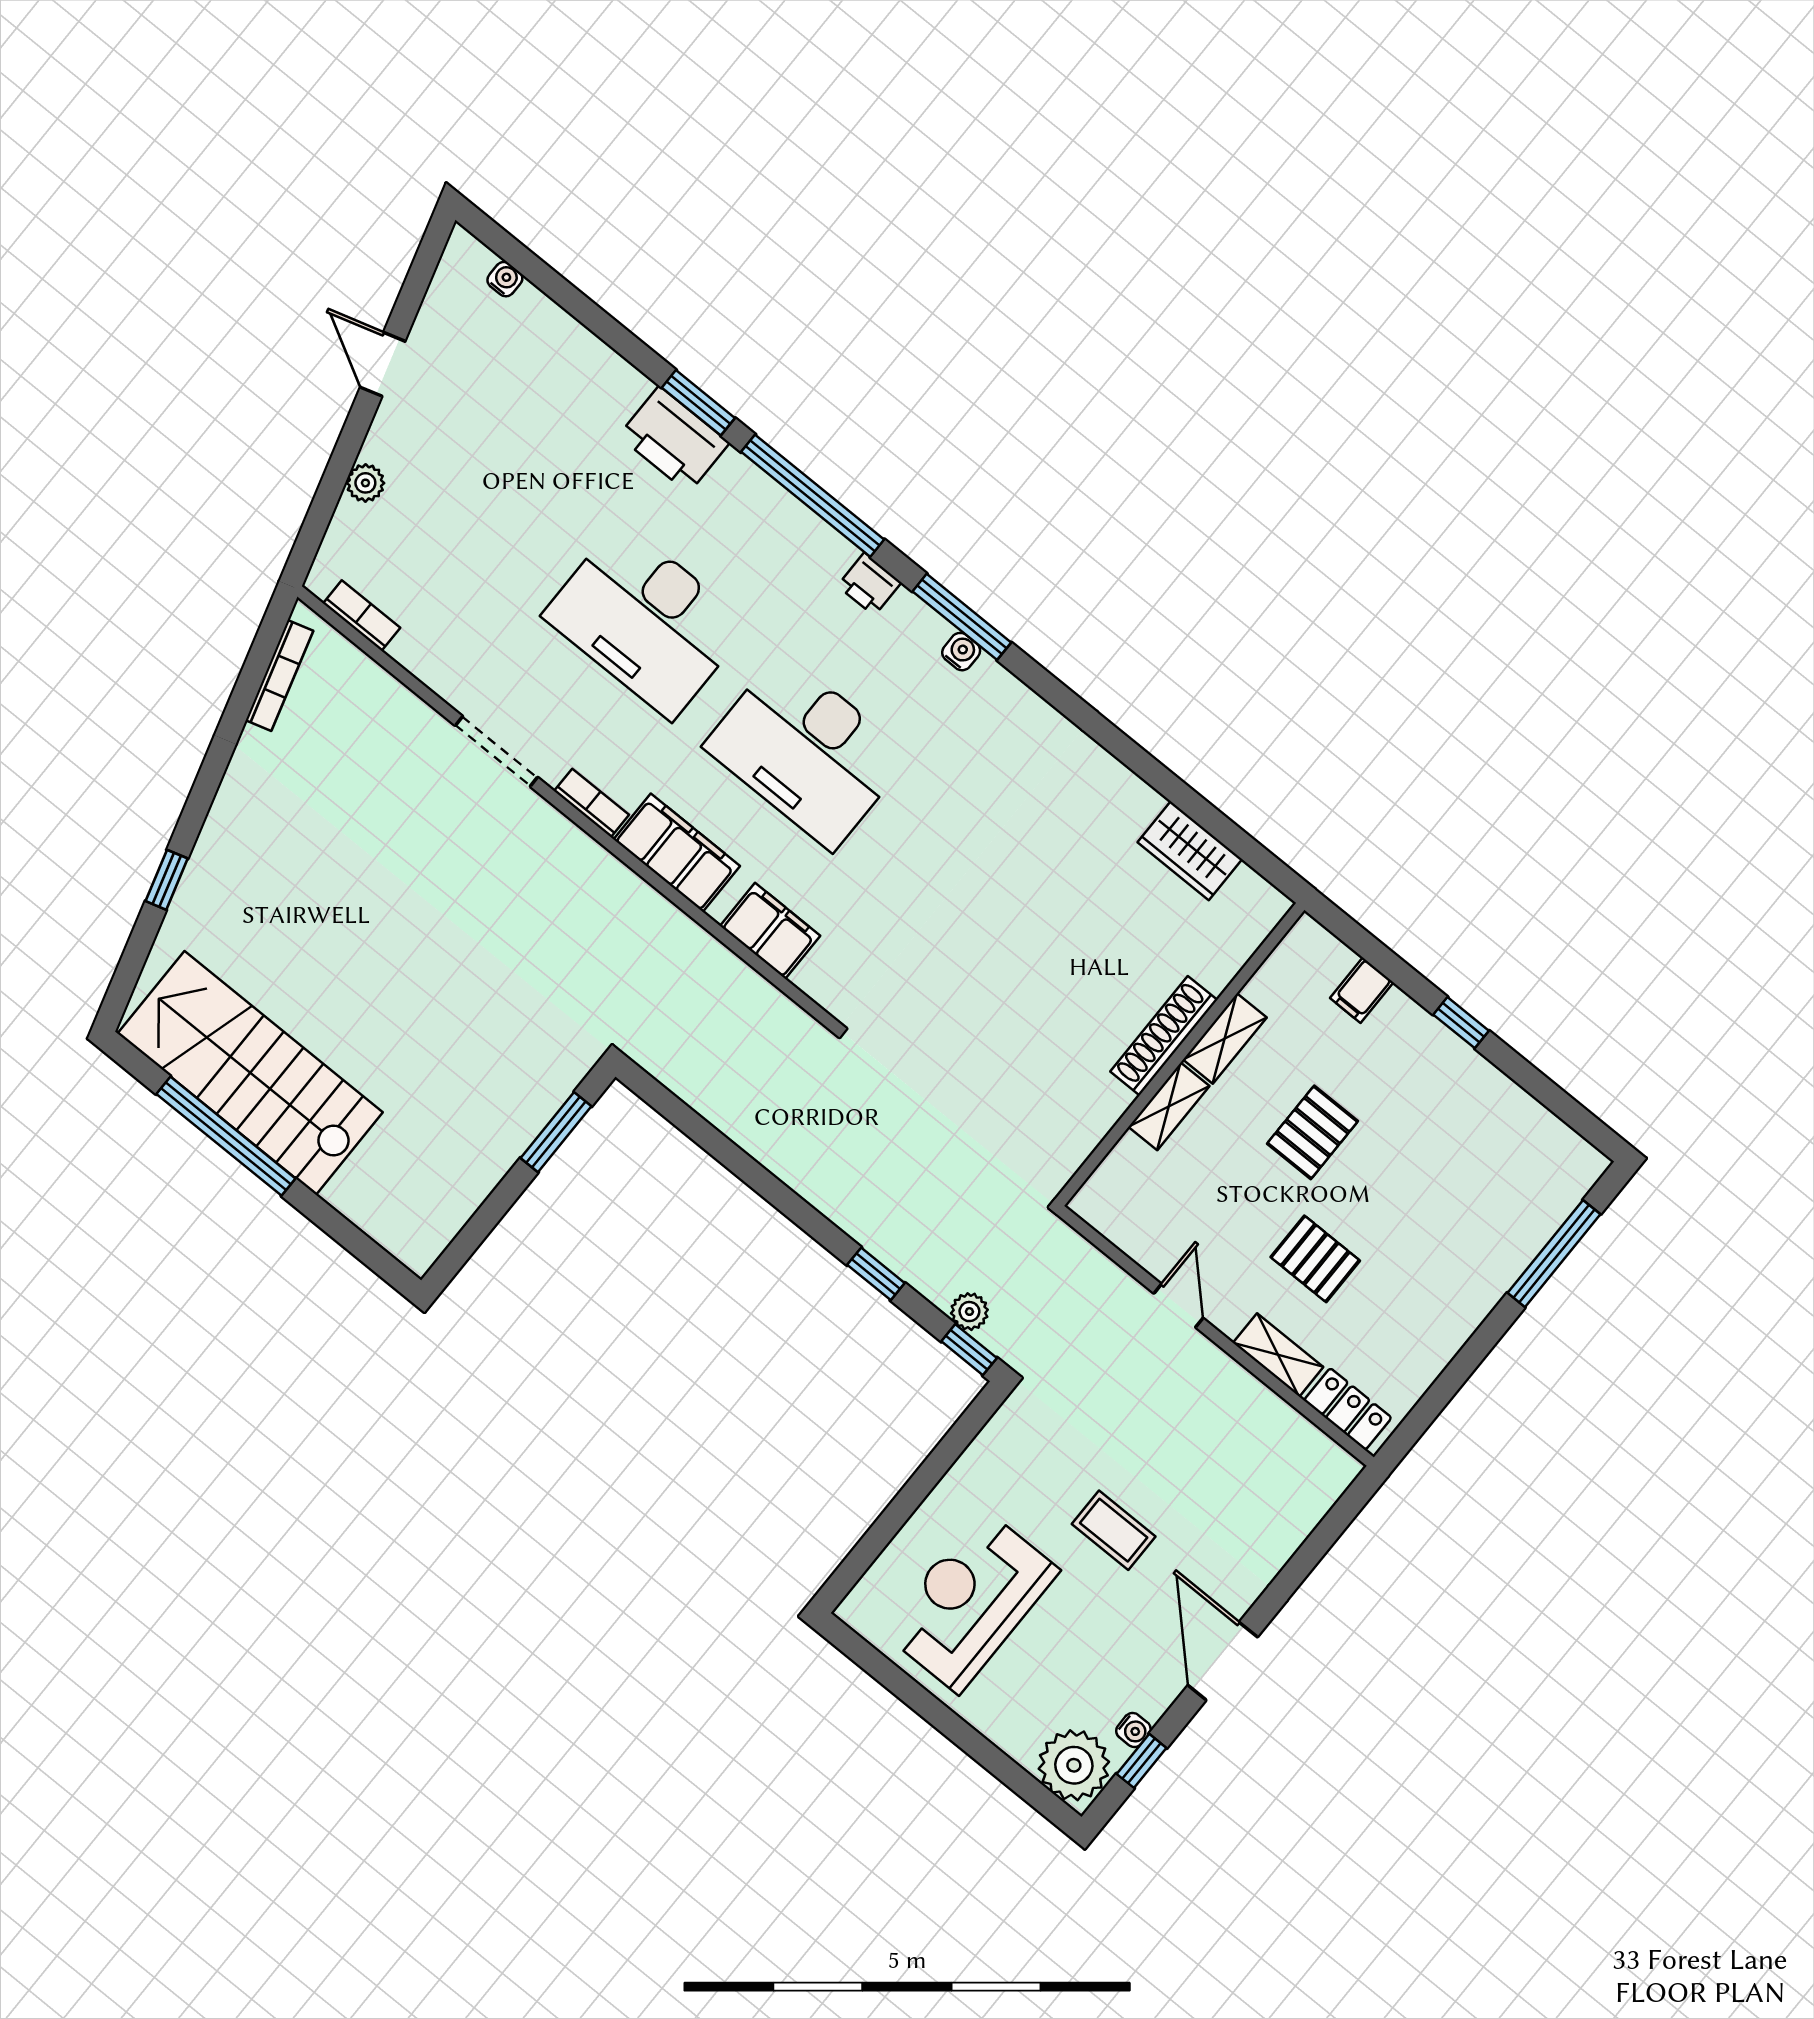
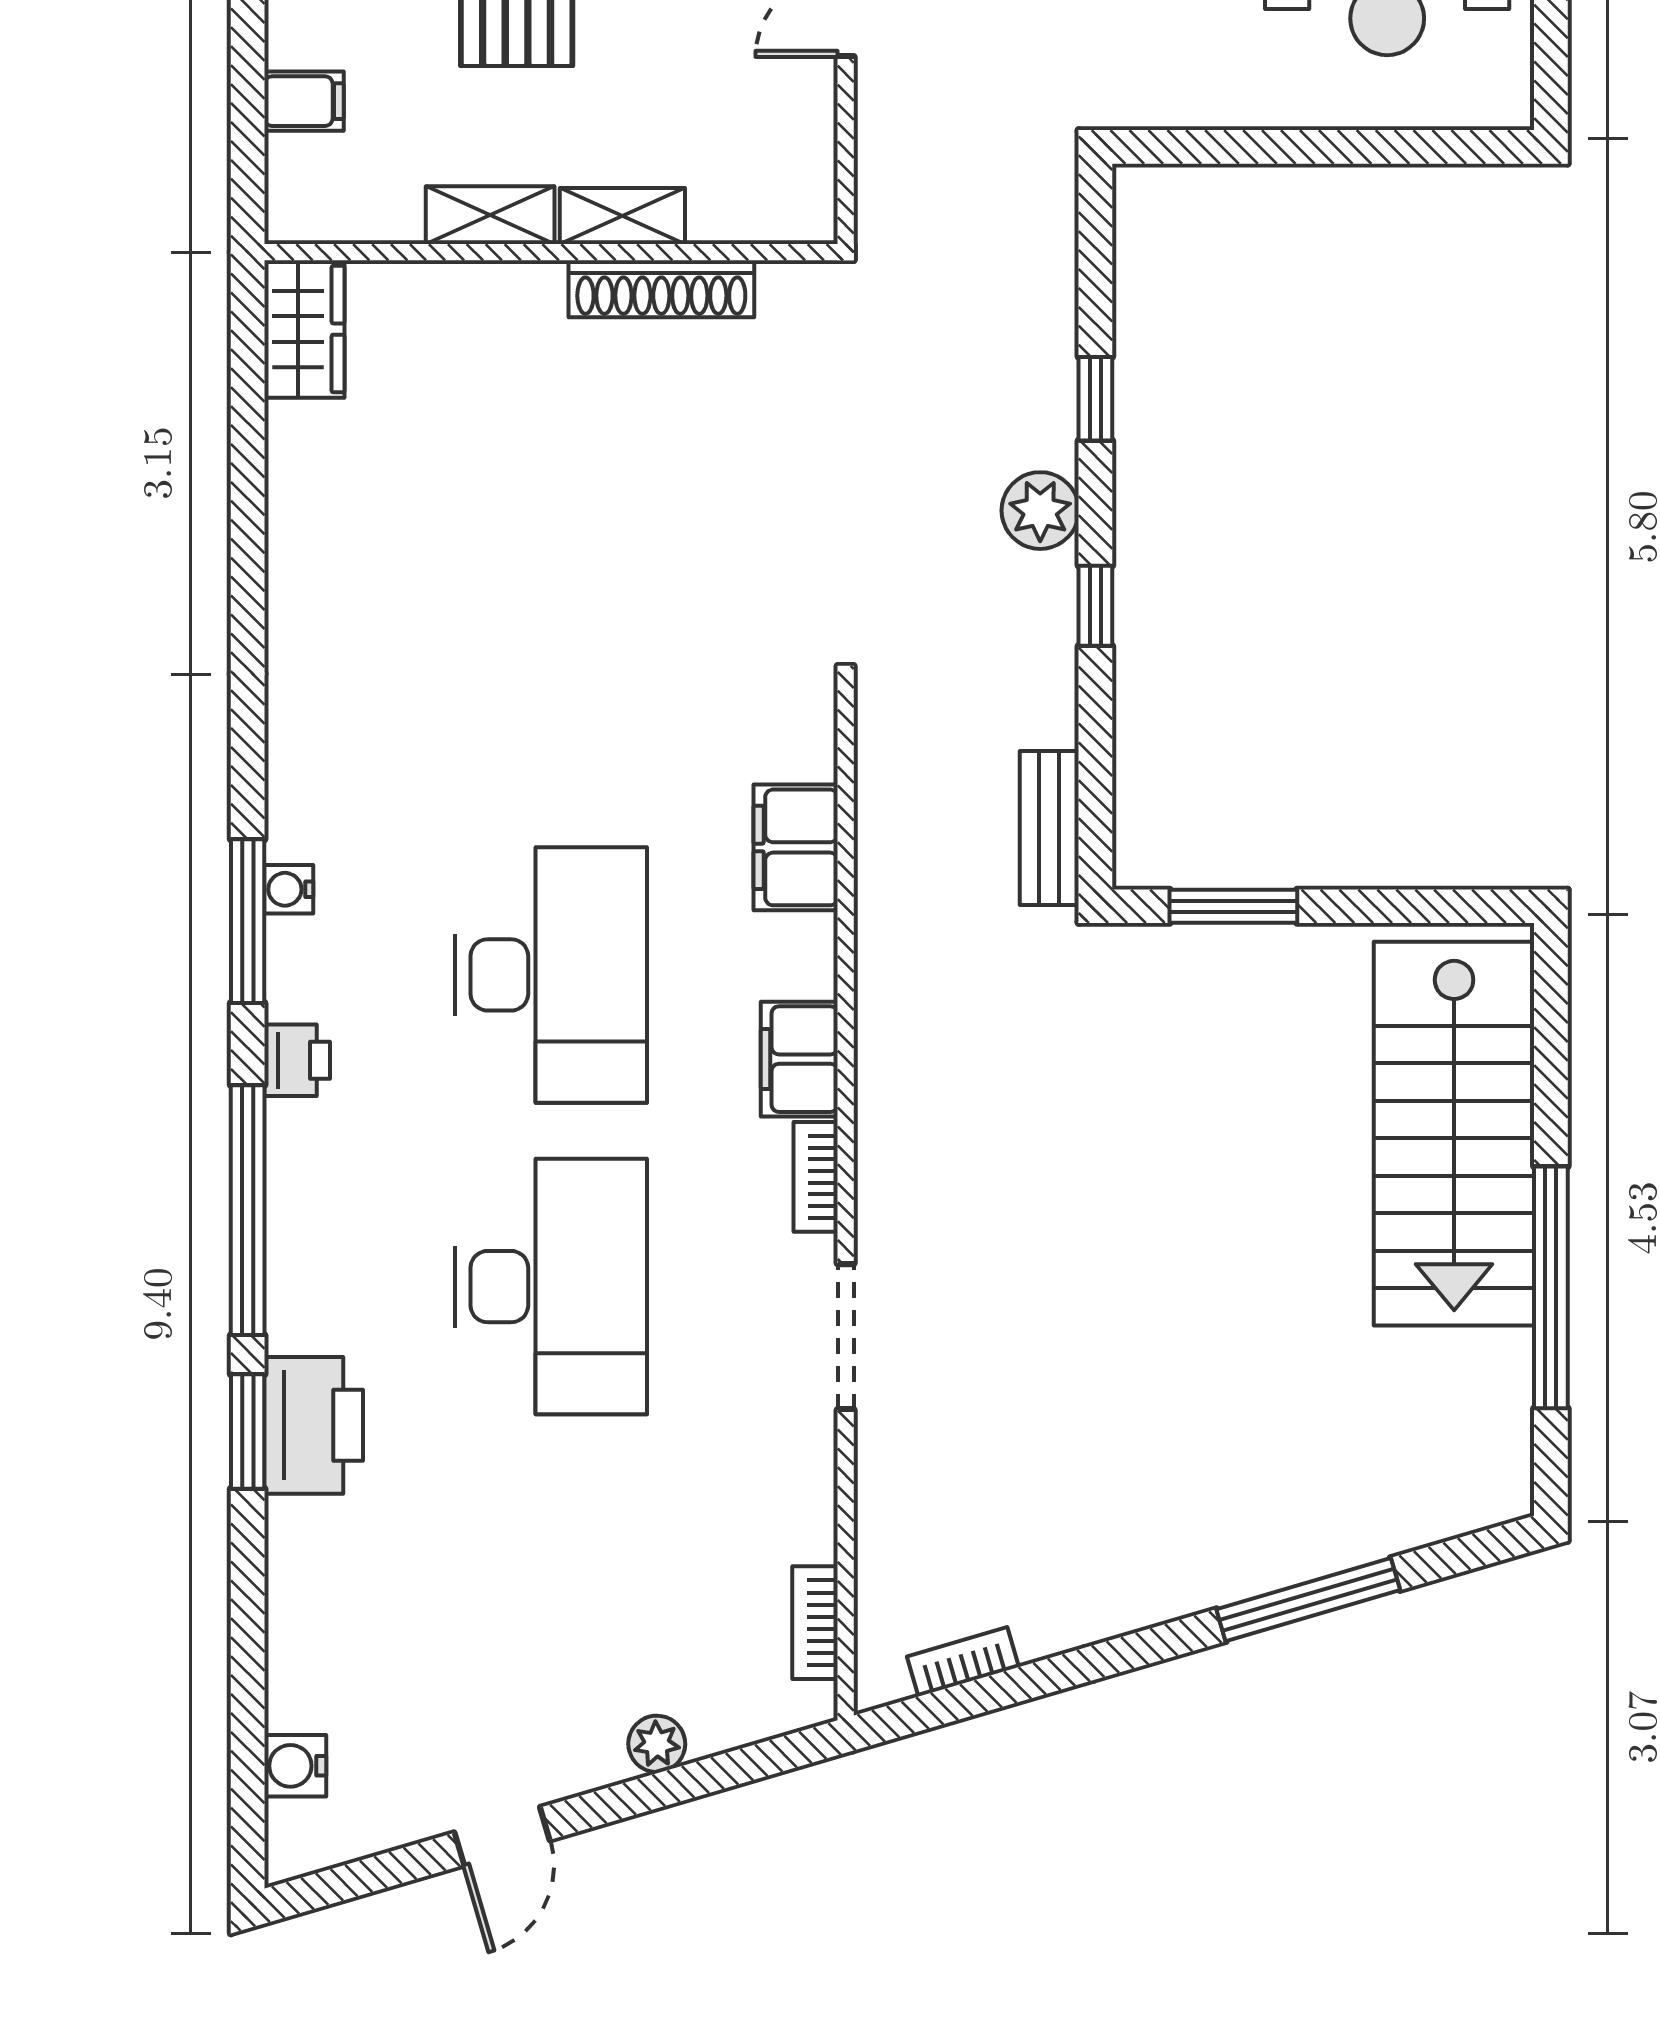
water cooler: (505, 279) -> (295, 1766), width x1.38, depth x1.38
bookcase: (279, 675) -> (963, 1662), width x0.64
wardrobe: (1190, 851) -> (304, 329), moved
filing cabinet: (677, 853) -> (799, 1059), width x0.67, depth x0.86
window: (167, 880) -> (1308, 1600), width x2.17
shoe rack: (1164, 1036) -> (661, 289), moved
bench: (674, 1070) -> (1049, 828), added
stairs: (250, 1073) -> (1454, 1134), moved
plant: (969, 1312) -> (1040, 511), moved, width x1.38, depth x1.38
window: (969, 1350) -> (1095, 606), moved

